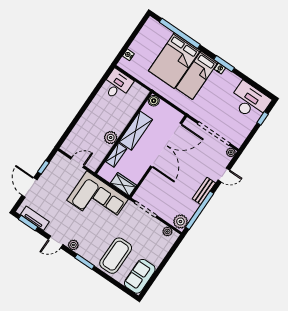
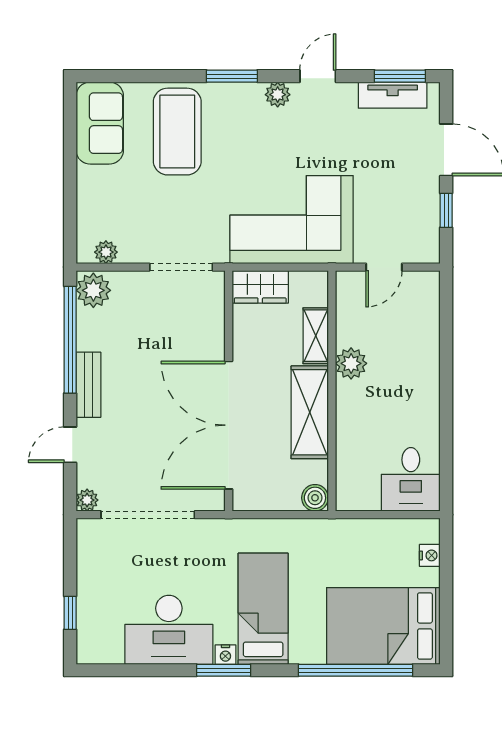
bed: (174, 61) -> (383, 626), moved, turned -90
desk: (250, 101) -> (169, 630), moved

